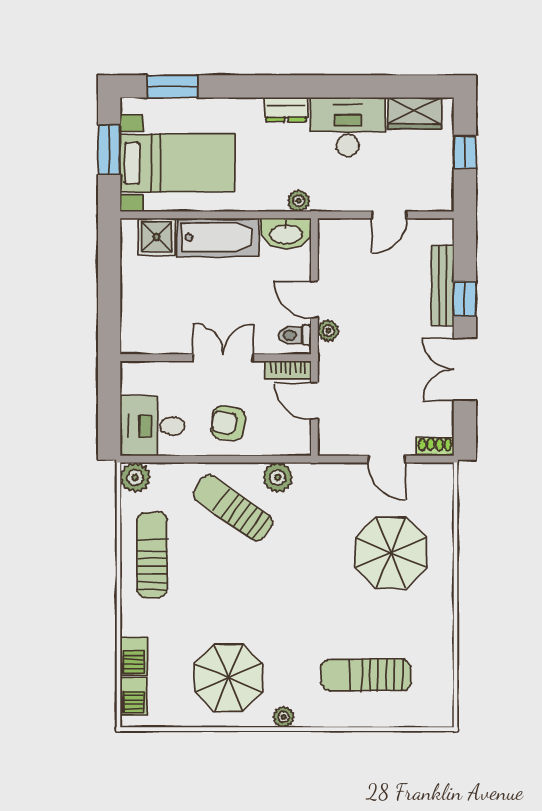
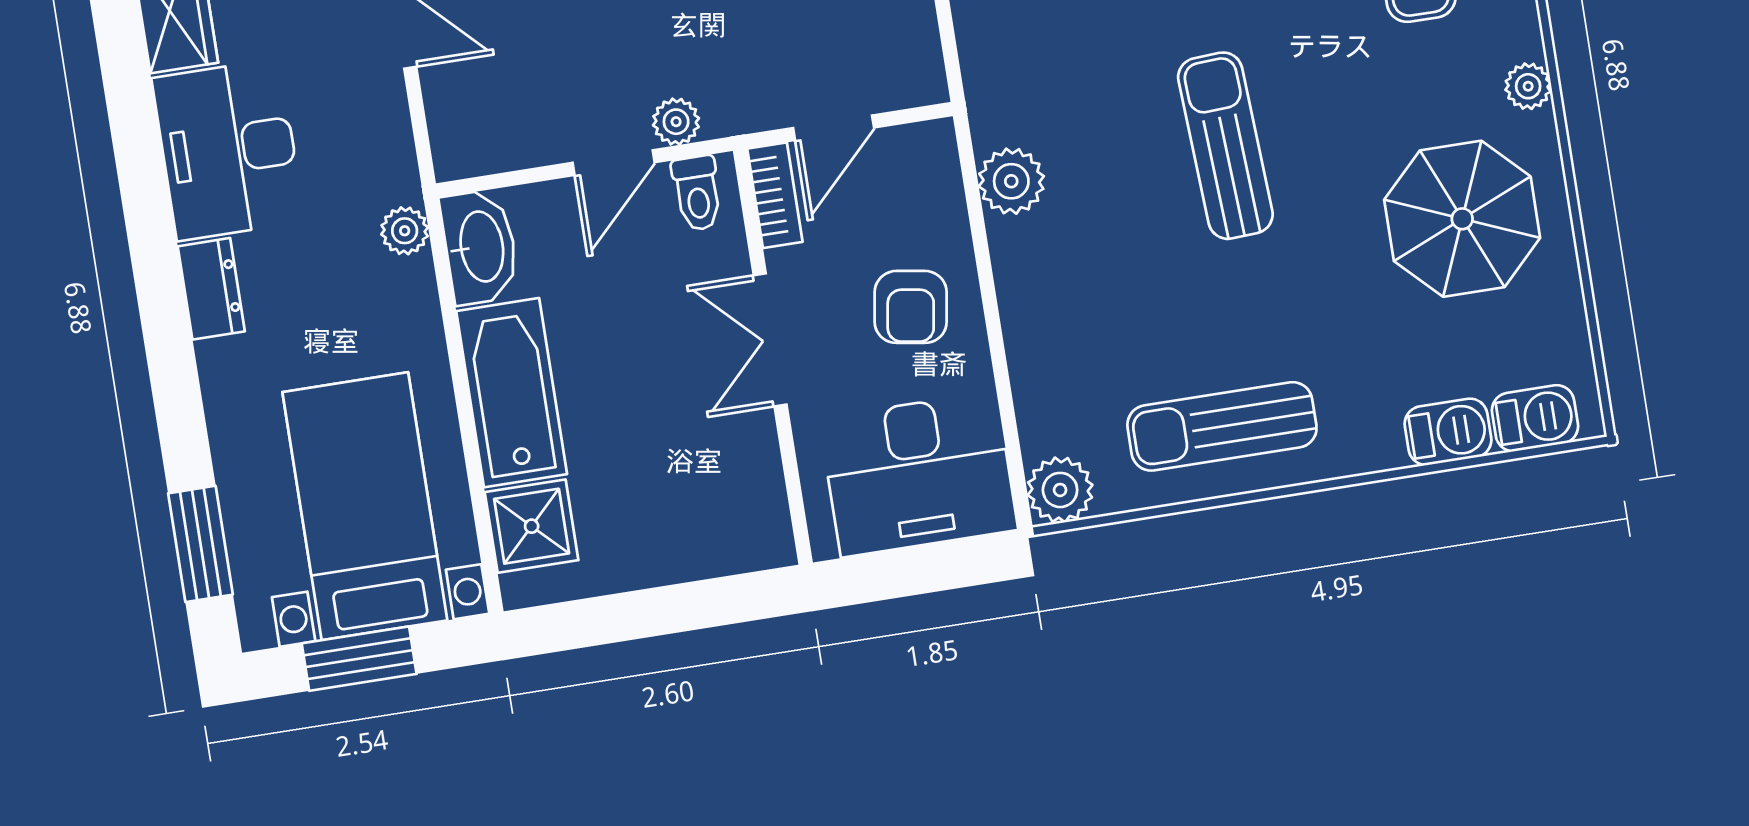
desk: (152, 426) -> (919, 474), width x1.37
sun lounger: (233, 508) -> (1225, 146), moved, turned 142

